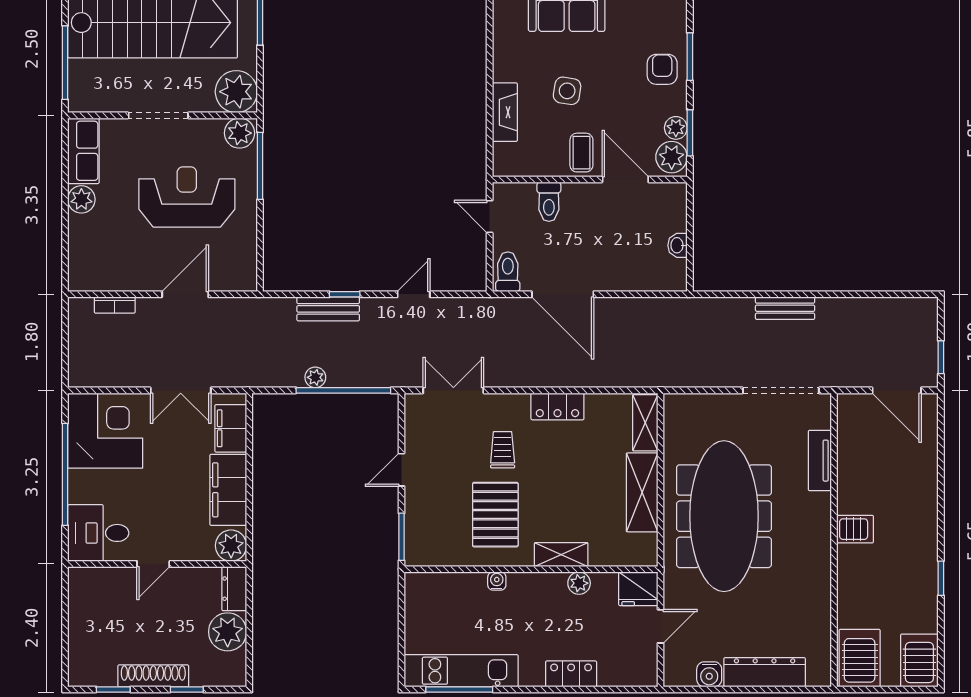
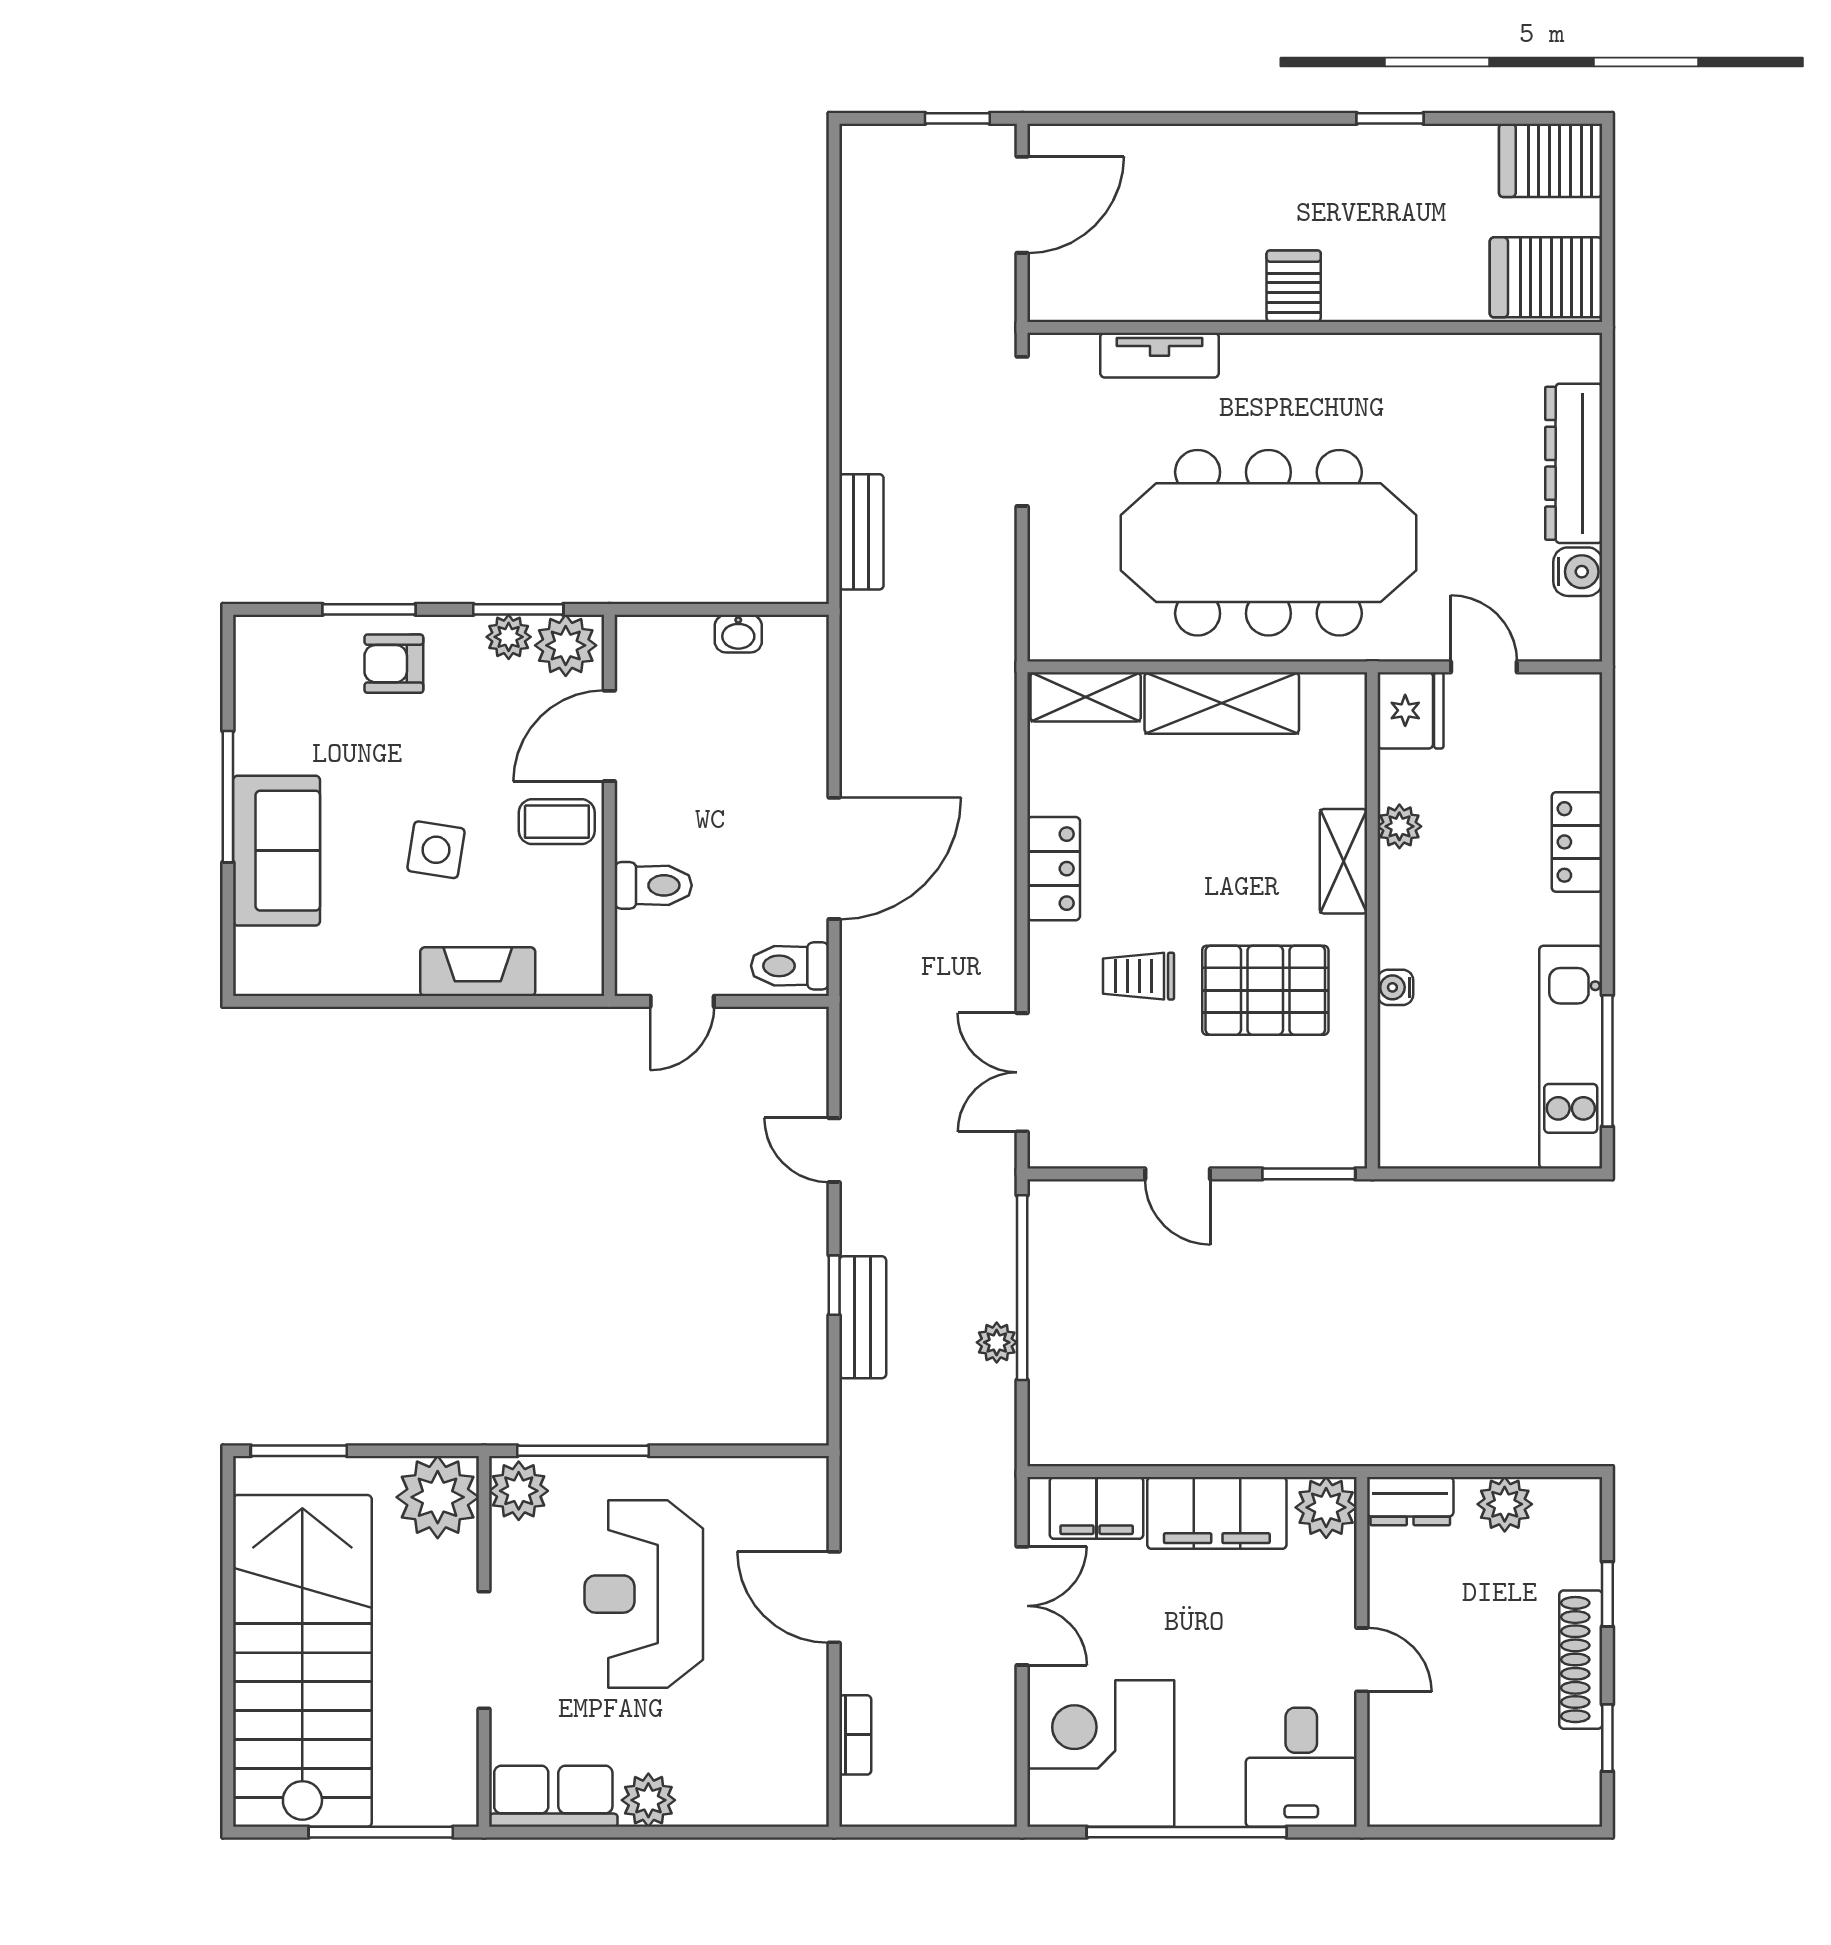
bench: (785, 308) -> (861, 532), moved
plant: (228, 632) -> (1505, 1504), width x0.73, depth x0.73

